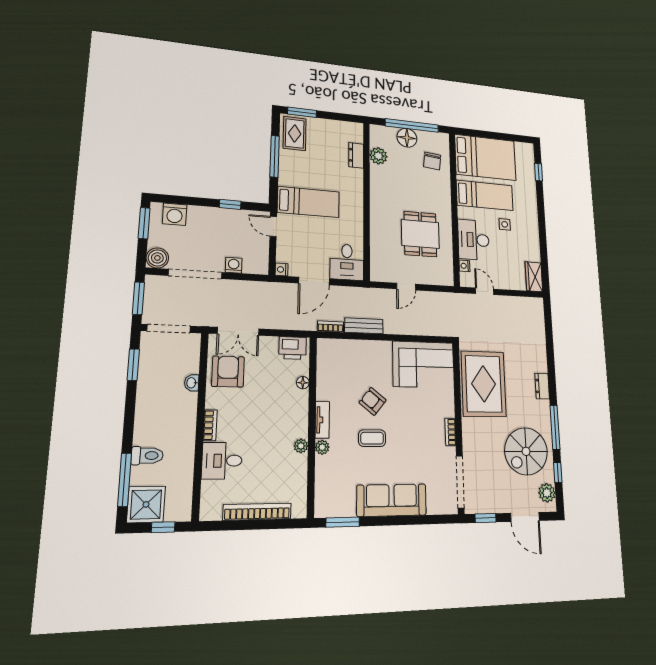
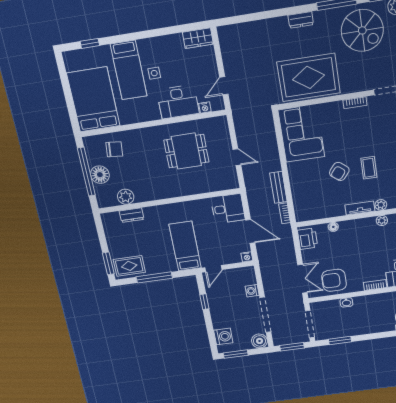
bed: (485, 195) -> (129, 70), moved, turned 180

